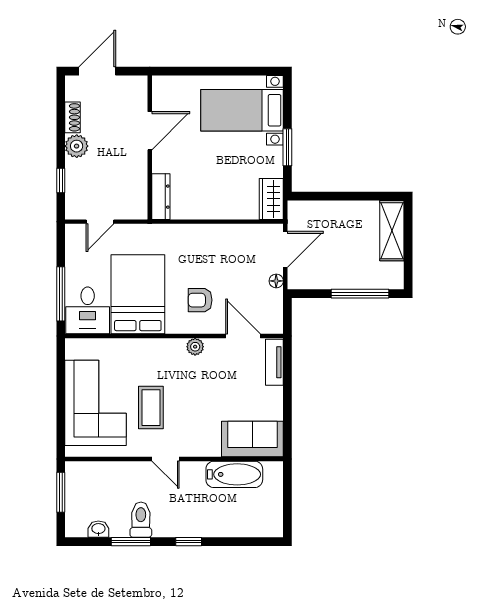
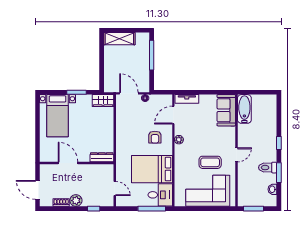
bathtub: (234, 474) -> (244, 109), moved

